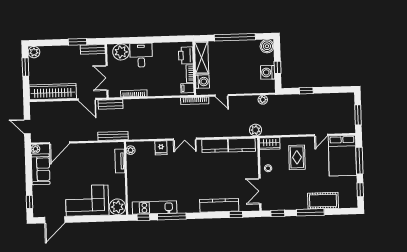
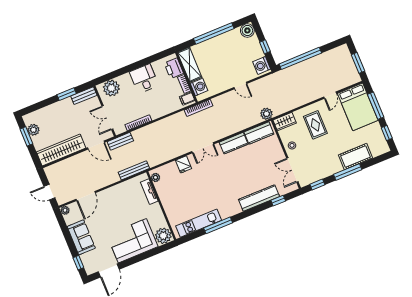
plant: (34, 52) -> (33, 130), moved
desk: (141, 55) -> (144, 79), moved
washing machine: (268, 72) -> (262, 65), moved
window: (306, 91) -> (300, 58), width x3.17
door: (222, 95) -> (240, 86), moved
plant: (263, 100) -> (262, 83), removed
sofa: (41, 169) -> (81, 237), moved
window: (143, 217) -> (192, 236), removed

